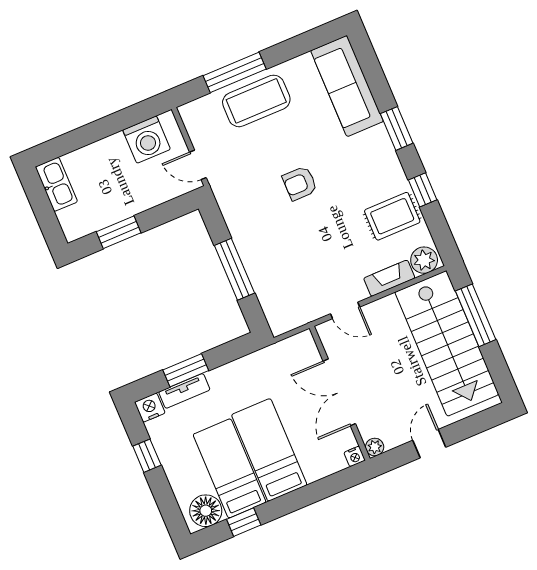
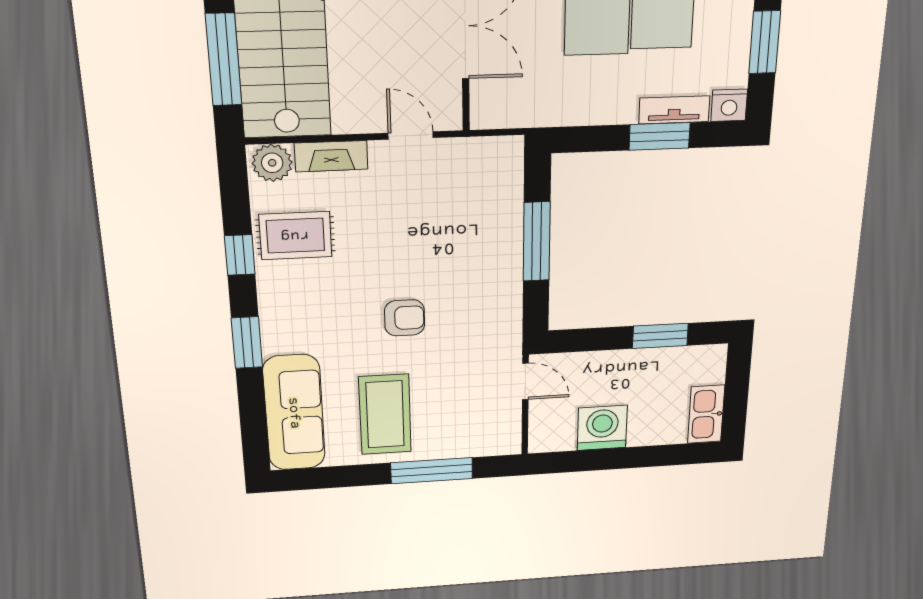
coffee table: (256, 101) -> (385, 414), moved, turned 90
washing machine: (147, 140) -> (602, 428), moved
window: (147, 456) -> (765, 42), width x1.50

